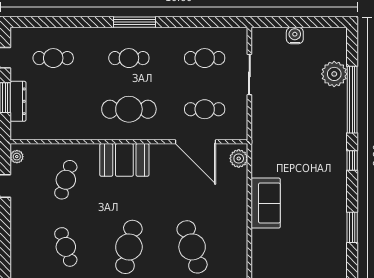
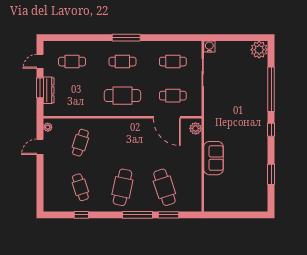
water cooler: (295, 36) -> (209, 47), moved
plant: (334, 74) -> (259, 50), moved
booth: (124, 160) -> (119, 129), removed

